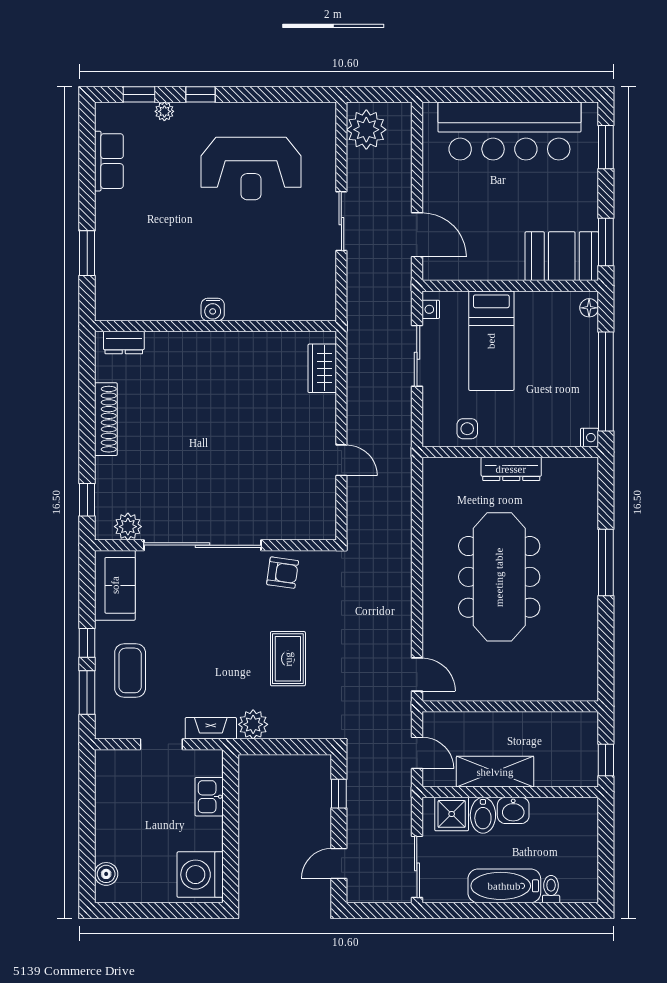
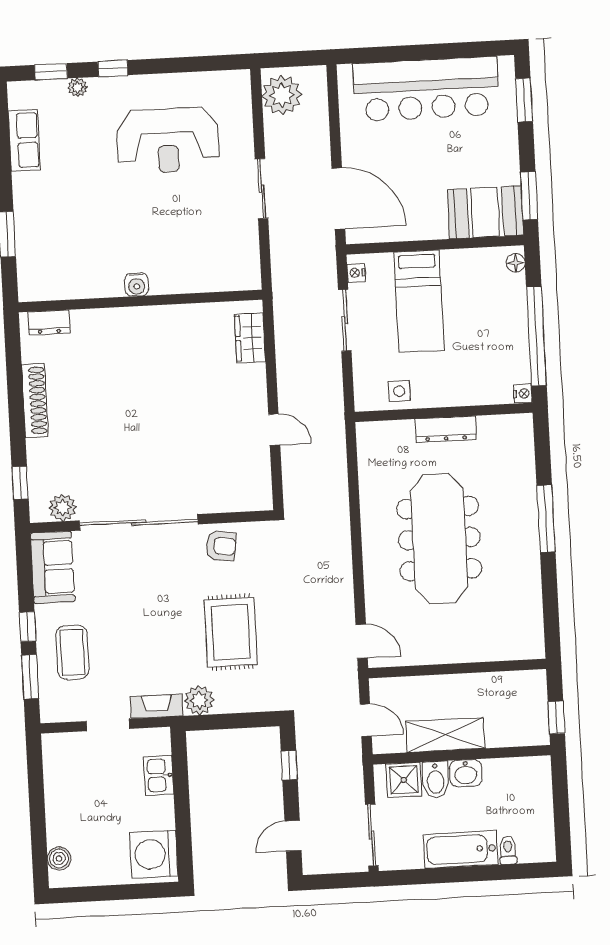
door: (417, 235) -> (338, 198), width x1.36
rug: (288, 659) -> (231, 632), width x1.36, depth x1.43

